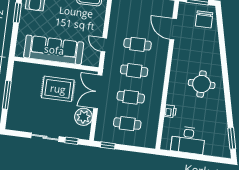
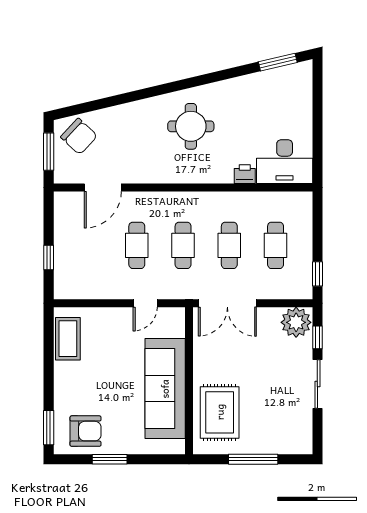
chair: (204, 19) -> (79, 136), turned 43
rug: (58, 89) -> (220, 412), moved
plant: (83, 117) -> (296, 322), moved
desk: (188, 140) -> (285, 162), moved, turned 90

